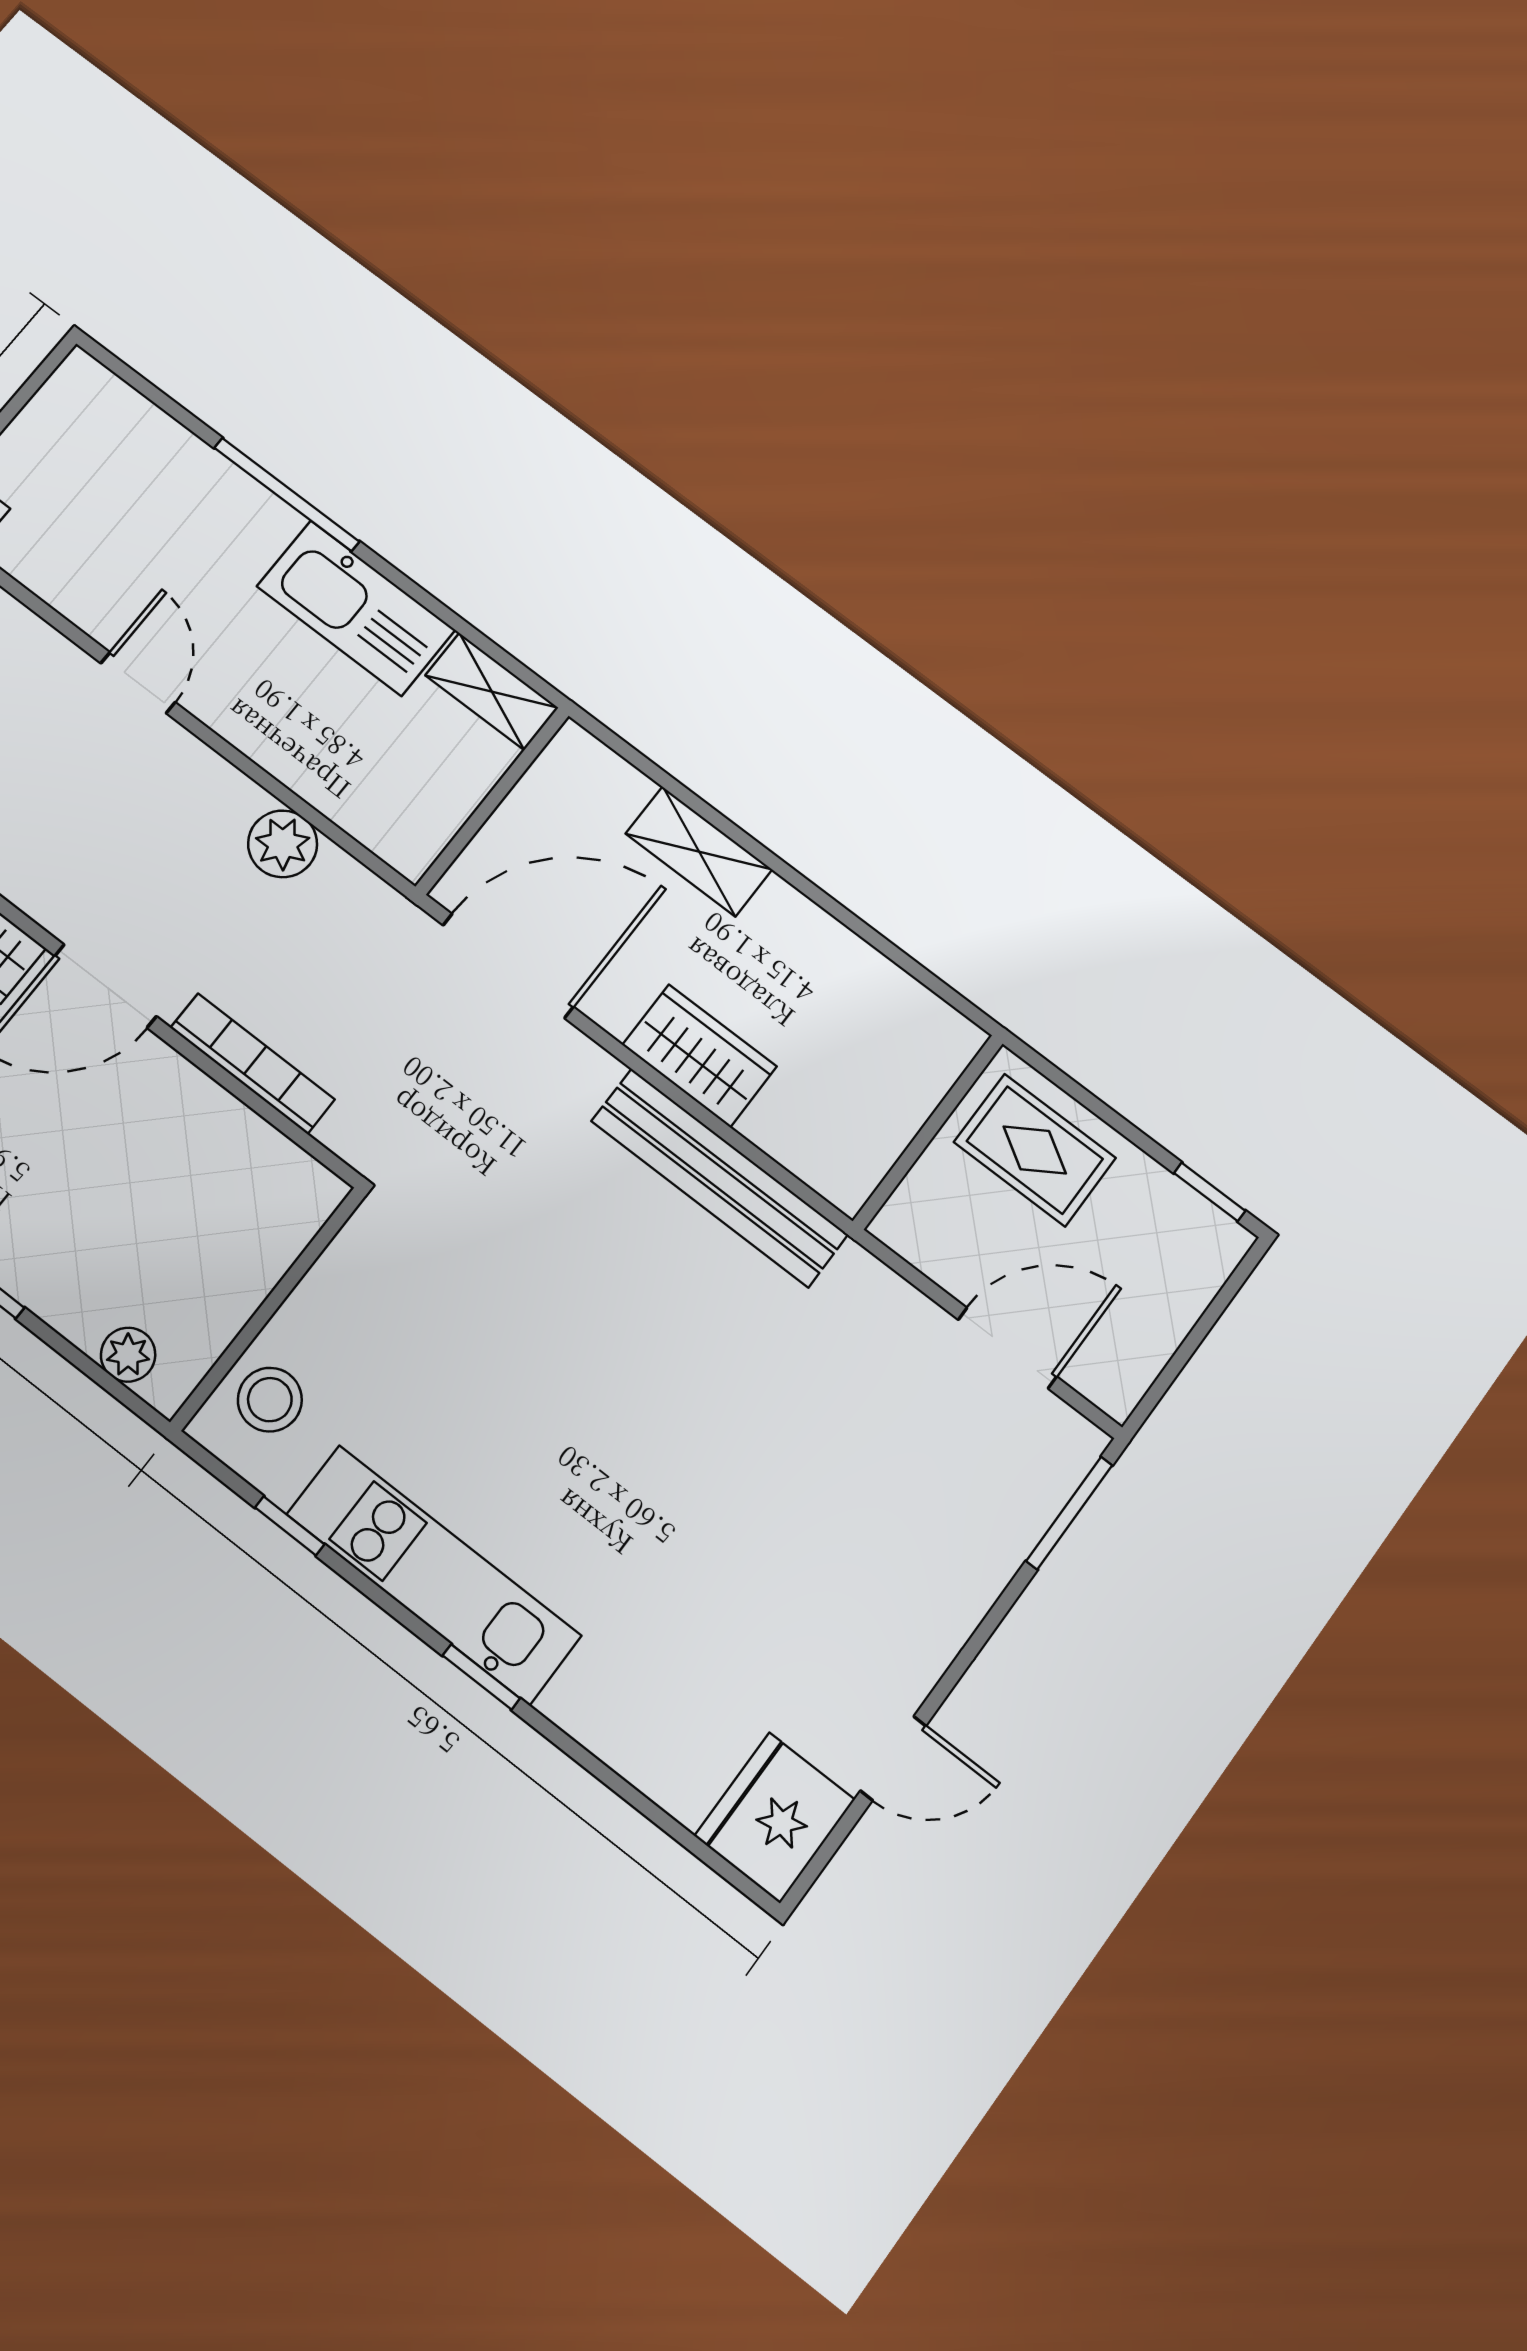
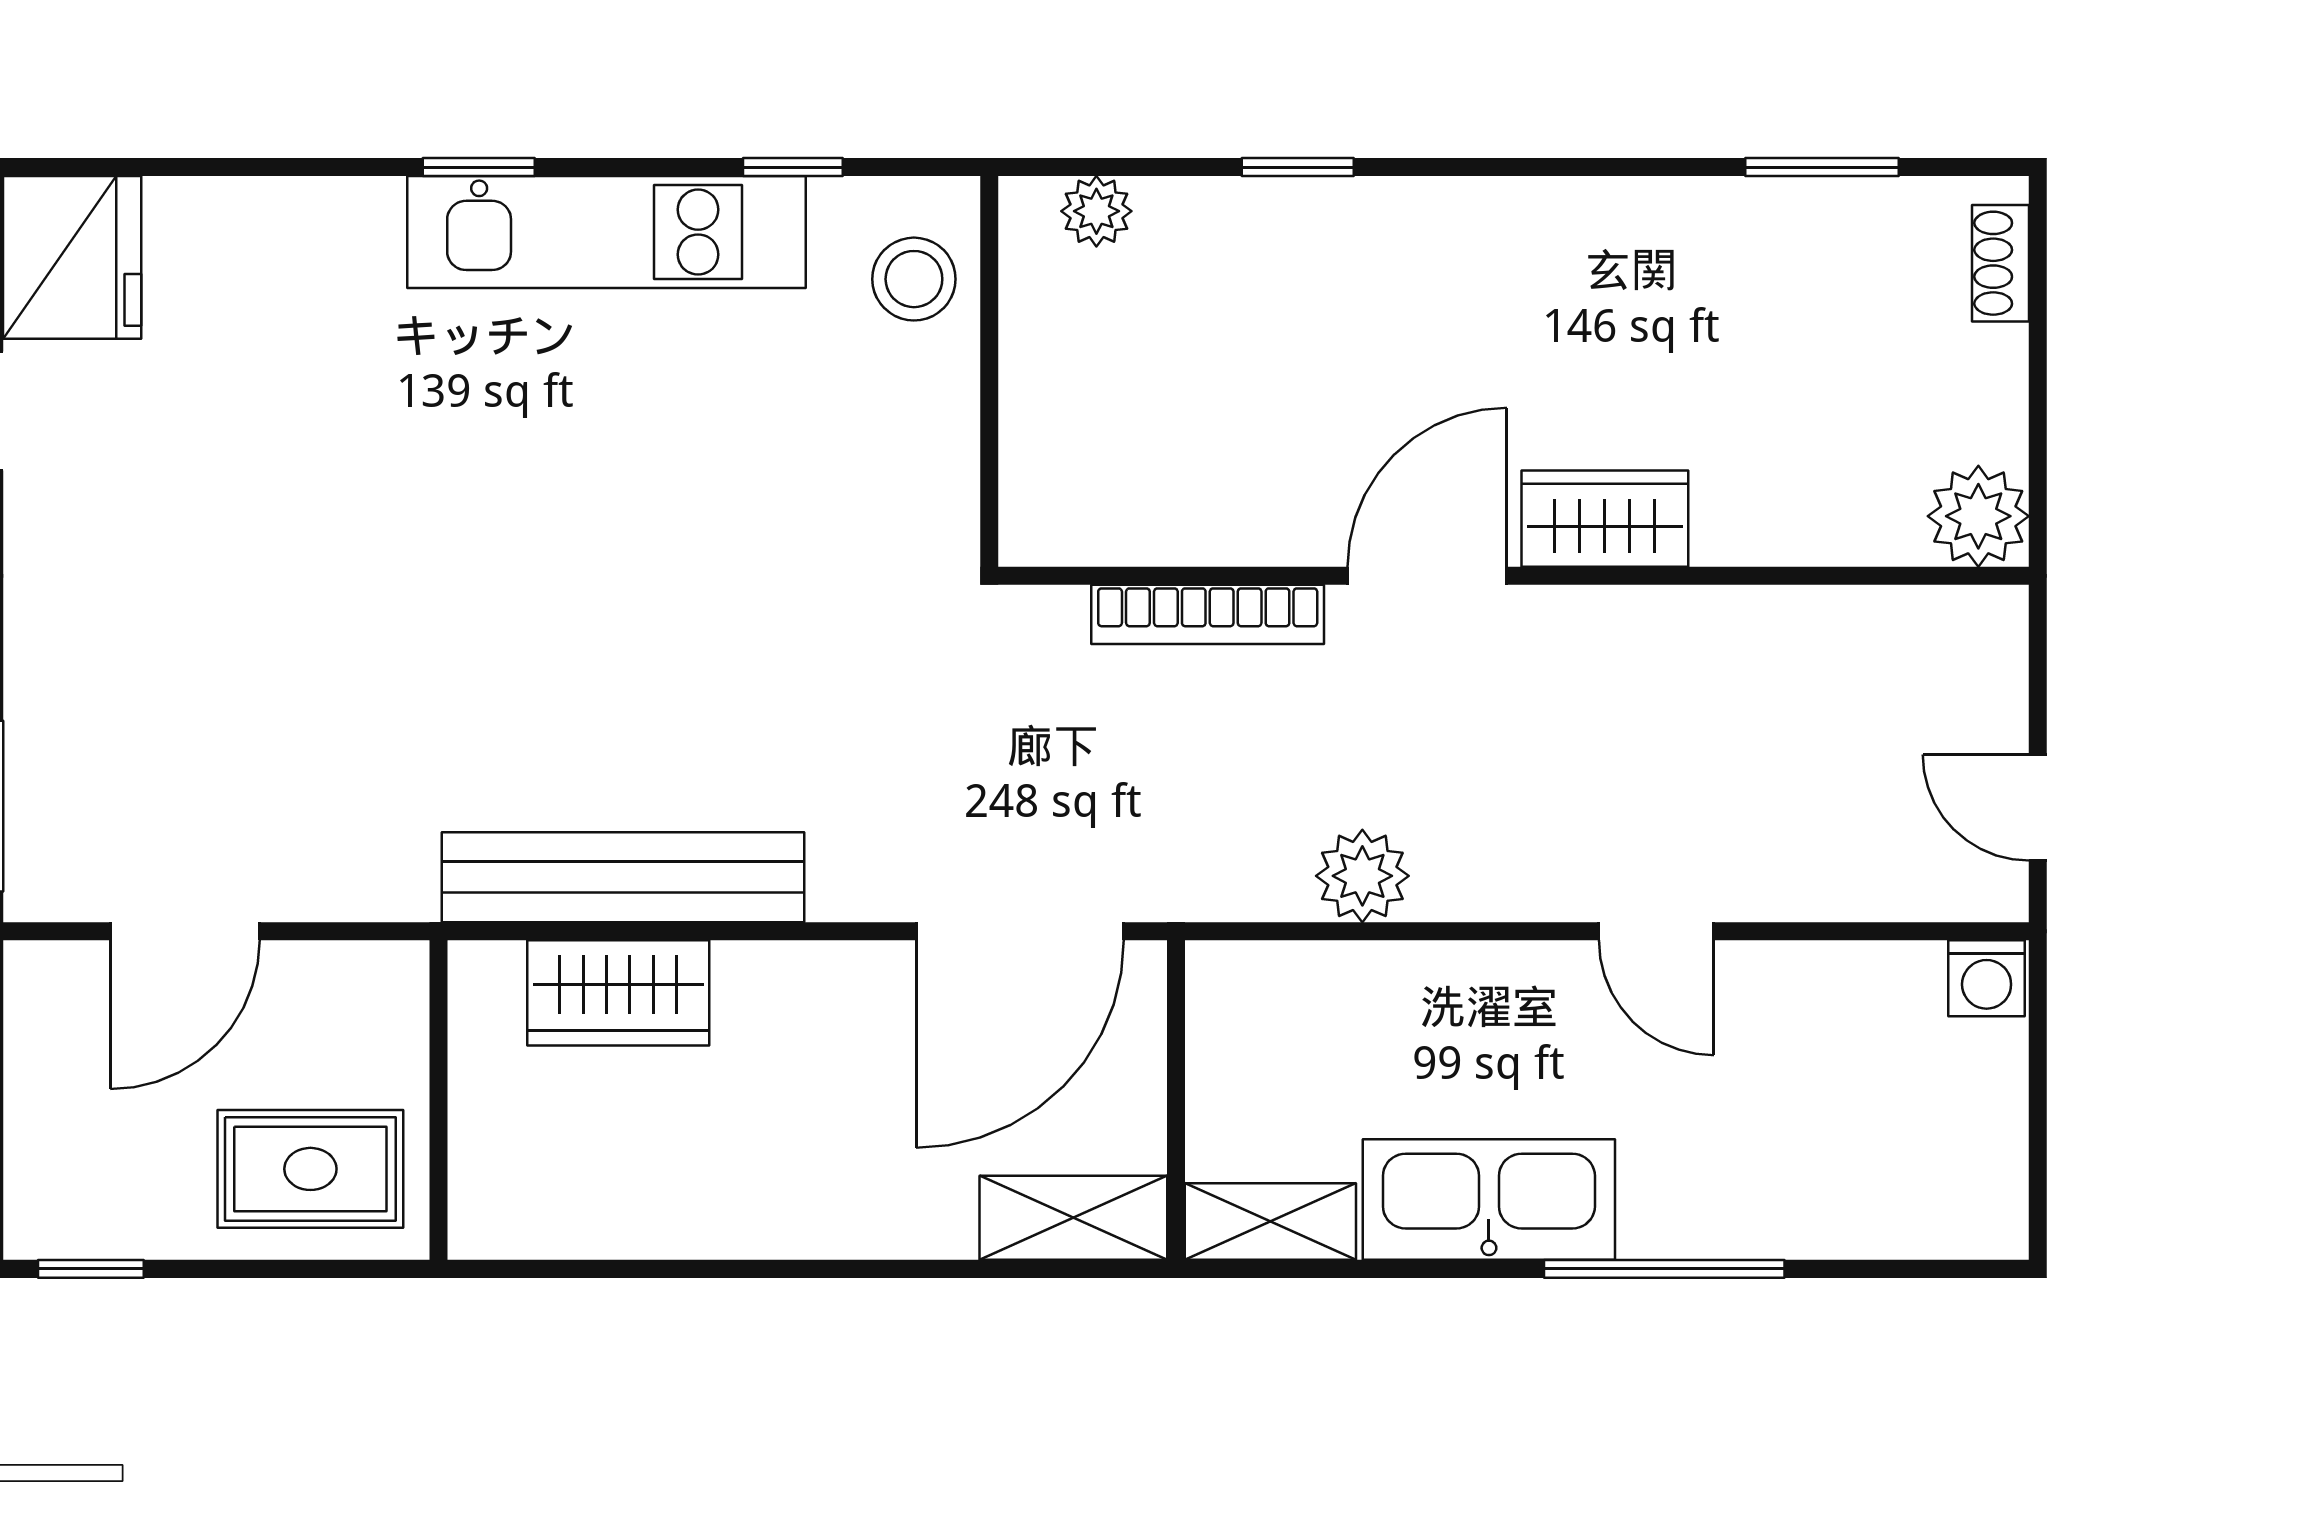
shelving: (699, 851) -> (1073, 1218), moved
wardrobe: (699, 1056) -> (618, 993), moved

